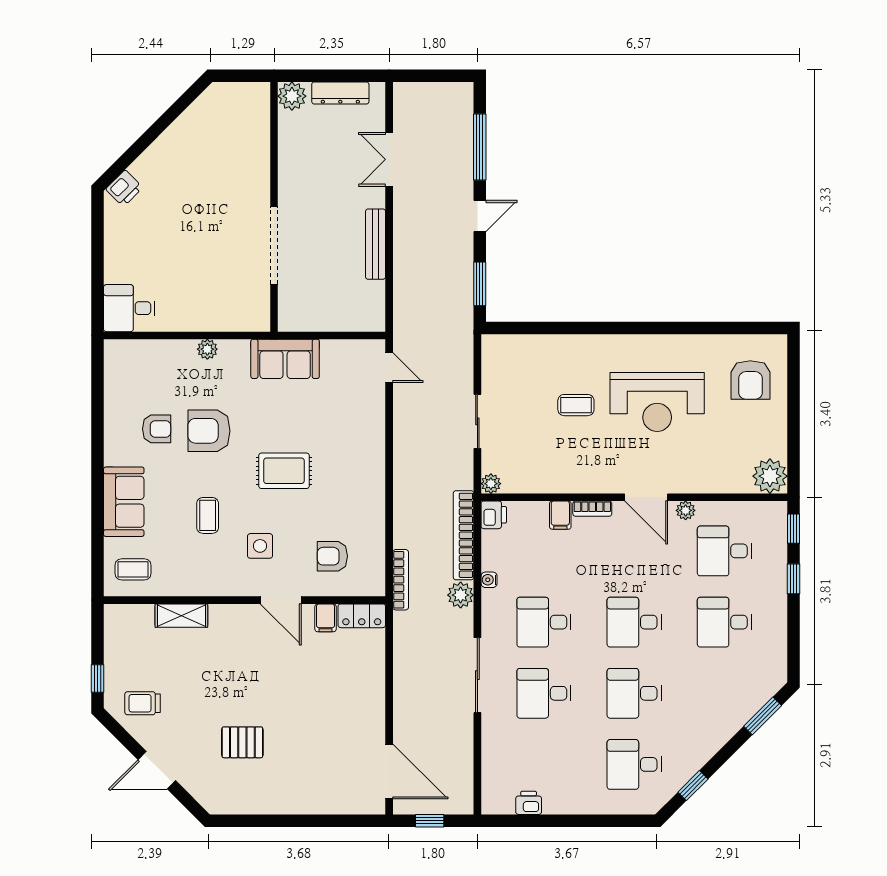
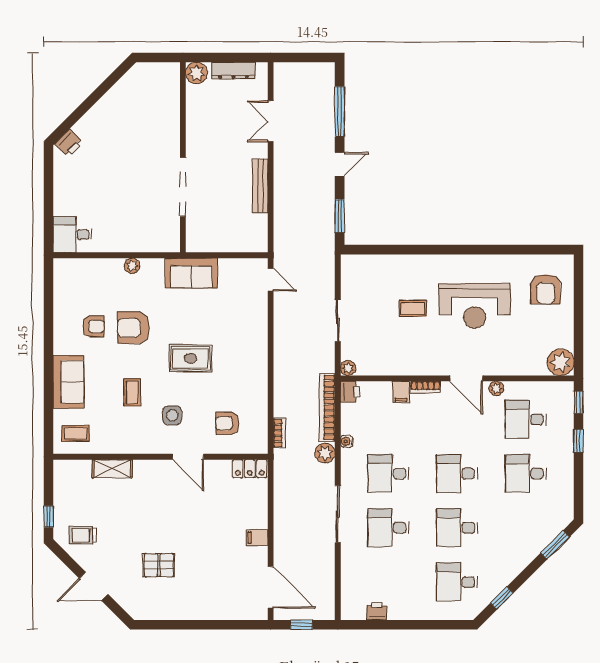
bookcase: (401, 580) -> (279, 433), width x0.64
filing cabinet: (326, 618) -> (257, 538), moved, turned 90

